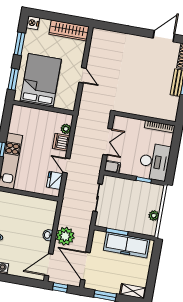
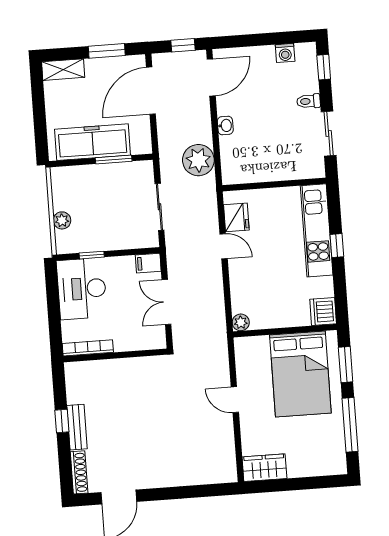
nightstand: (33, 23) -> (337, 464), removed
wardrobe: (69, 30) -> (264, 468), width x0.67
window: (20, 44) -> (350, 425), width x1.44
plant: (66, 129) -> (241, 322), moved
dishwasher: (61, 142) -> (323, 312), moved, turned 180
plant: (154, 216) -> (62, 220), moved
plant: (65, 236) -> (198, 160), moved
door: (85, 266) -> (151, 91), swing flipped

